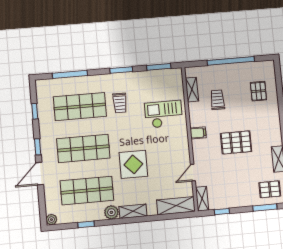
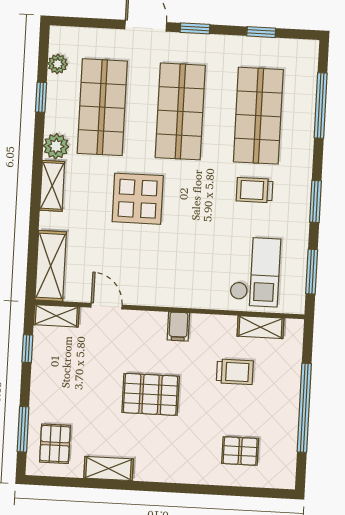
checkout: (164, 114) -> (255, 272), moved
pallet: (236, 142) -> (151, 394), turned 90
plant: (51, 220) -> (58, 64), moved

